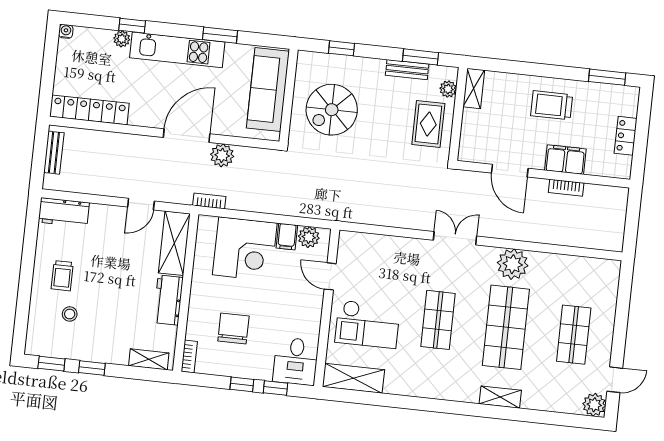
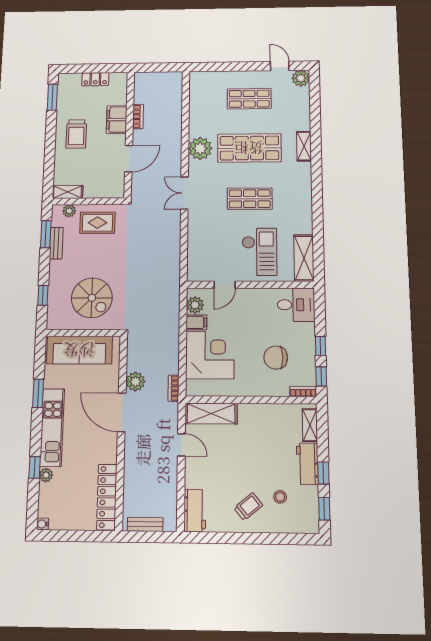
trolley: (62, 276) -> (248, 507), turned -39
workbench: (168, 300) -> (307, 464), moved, turned 90
window: (275, 388) -> (321, 376), moved

